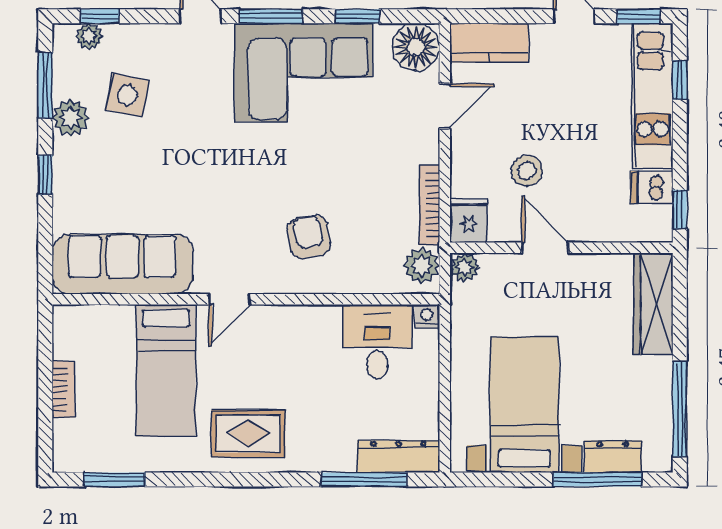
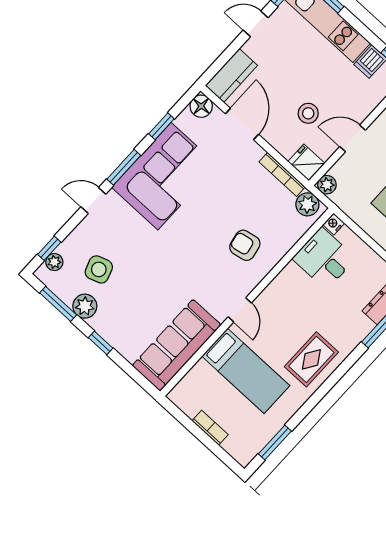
floor lamp: (416, 47) -> (201, 106), width x0.73, depth x0.73
side table: (127, 95) -> (99, 269), turned -30
door: (445, 106) -> (242, 124), width x1.38

